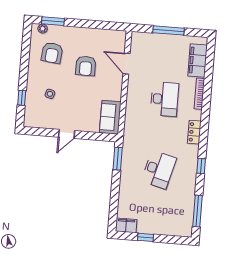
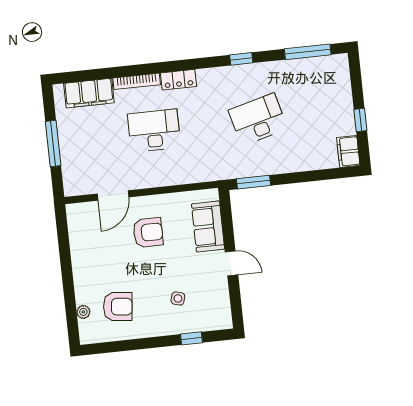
window: (53, 21) -> (71, 314), removed
plant: (43, 29) -> (83, 312), moved
armchair: (86, 66) -> (148, 232), moved
sofa: (110, 117) -> (208, 226), moved, turned 90
locker: (194, 132) -> (179, 80), moved
desk: (159, 170) -> (258, 119), turned -30

